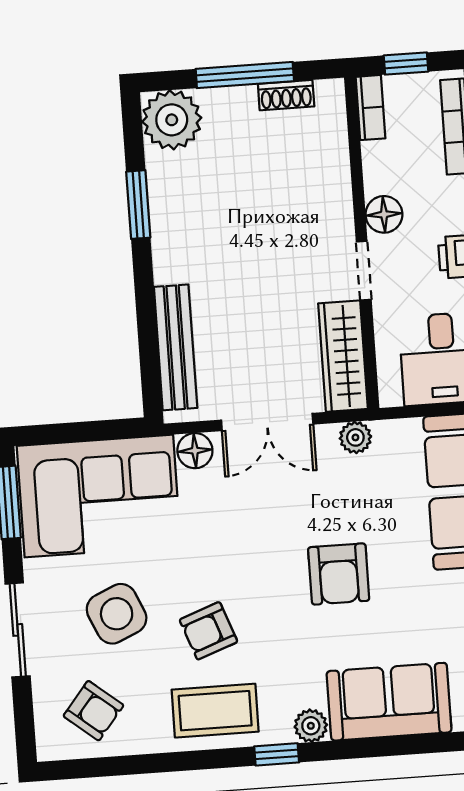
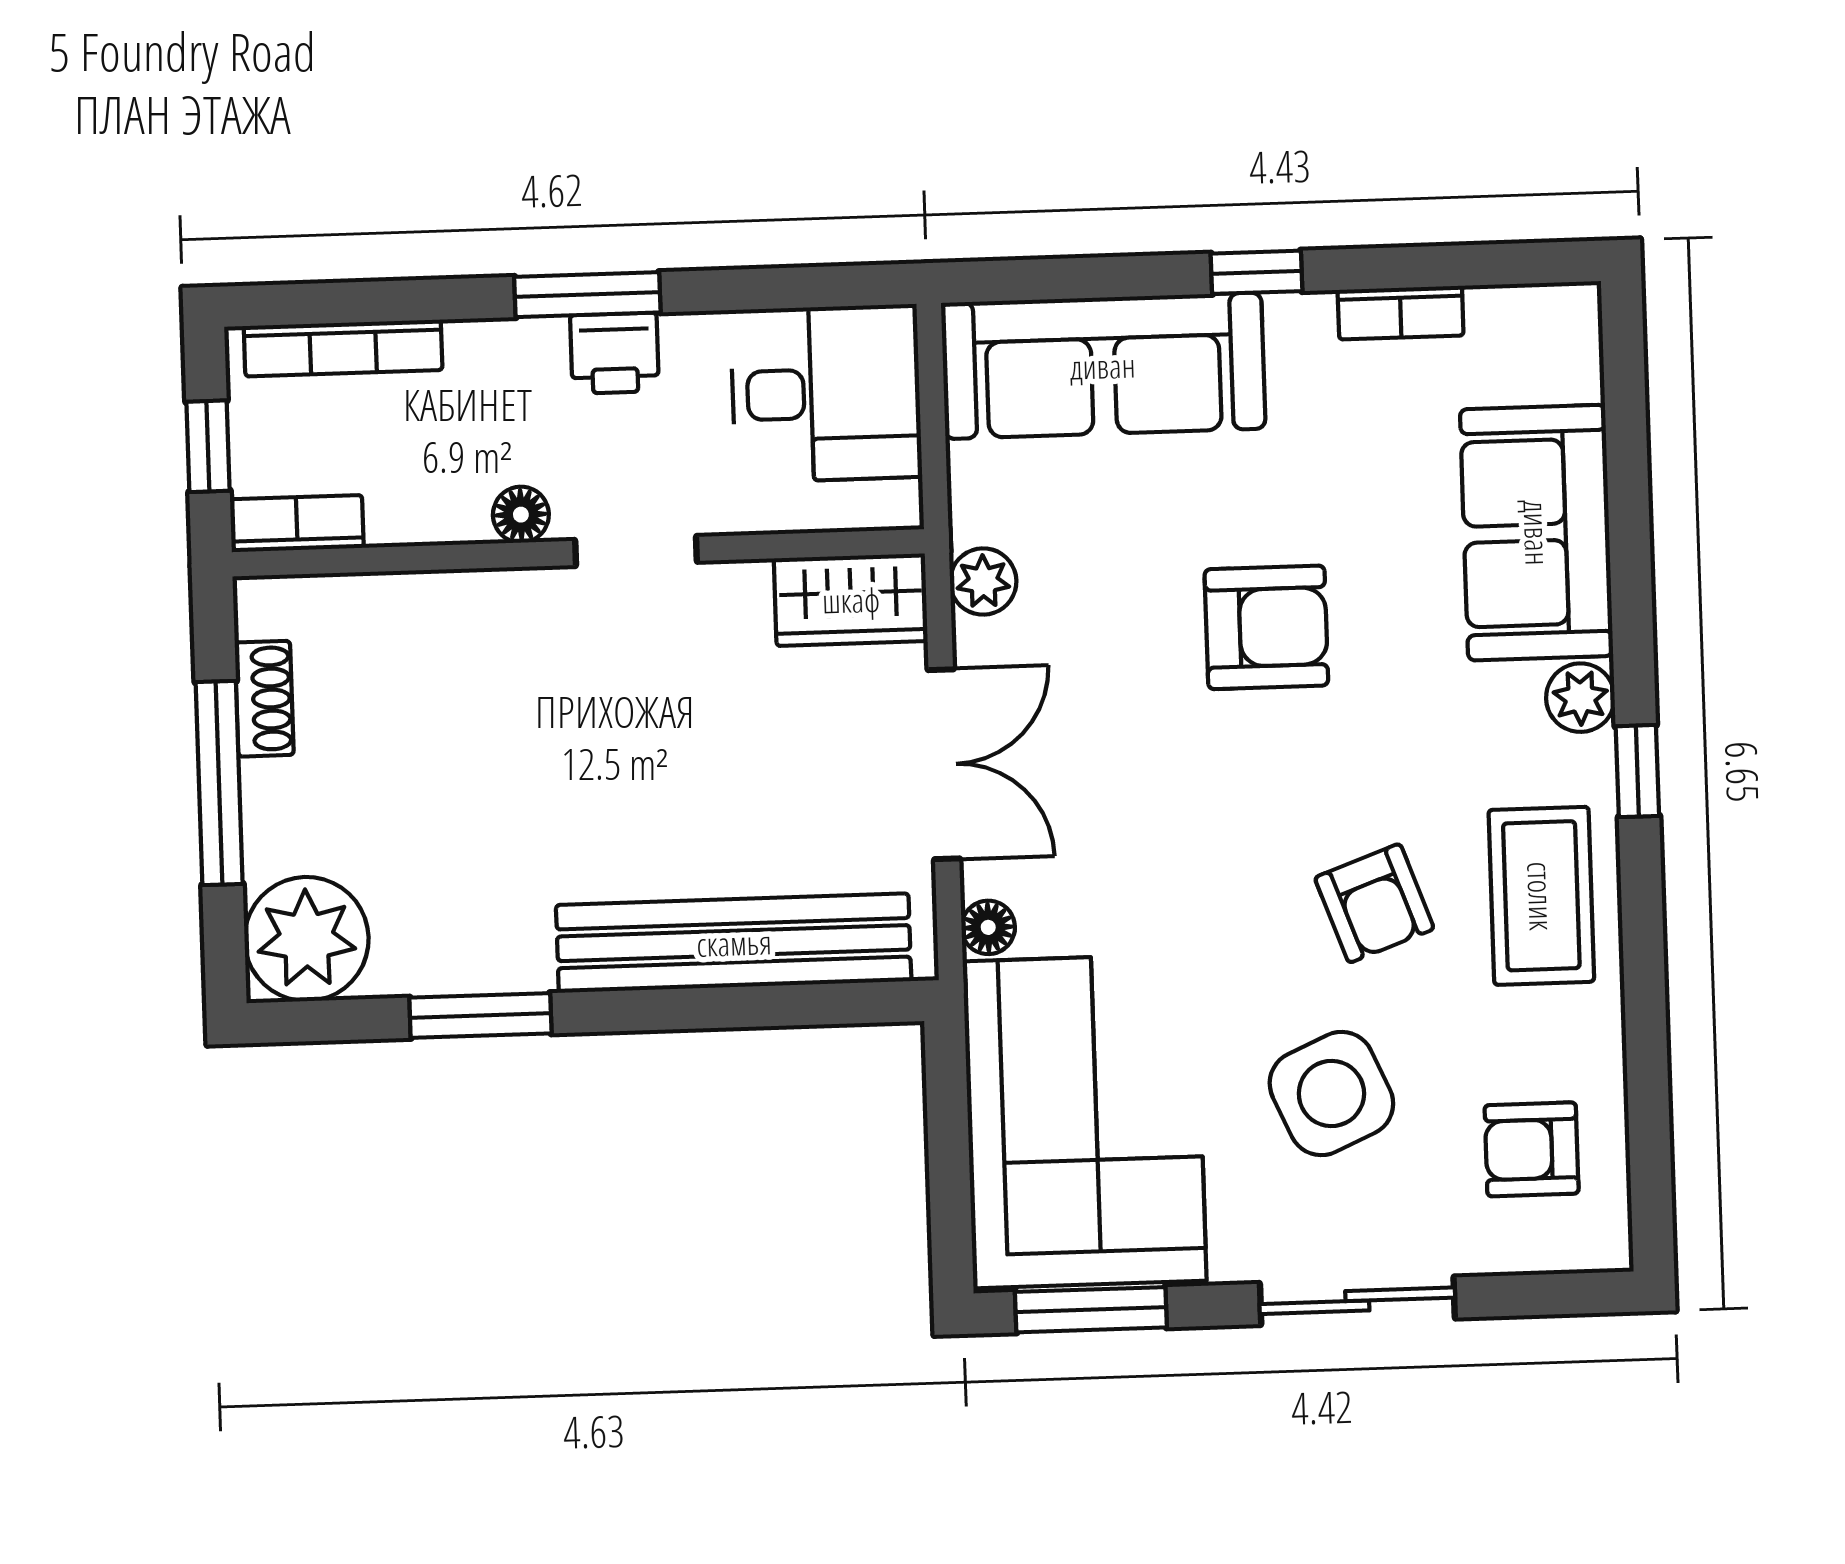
floor lamp: (384, 214) -> (521, 515), width x0.73, depth x0.73
bench: (176, 347) -> (734, 943), width x1.37, depth x1.21
wardrobe: (343, 356) -> (851, 600), width x0.67
floor lamp: (195, 451) -> (988, 927), width x0.73, depth x0.73
armchair: (93, 711) -> (1532, 1149), turned -129

